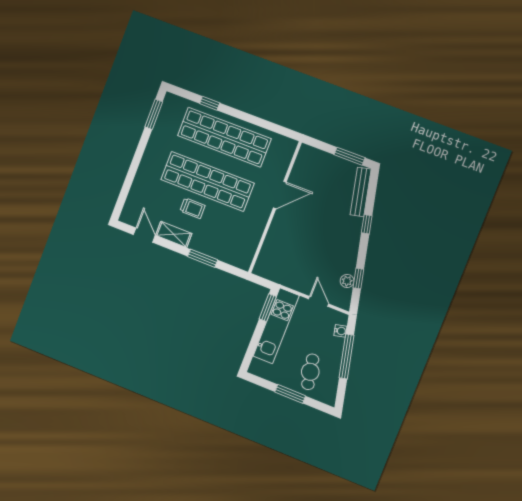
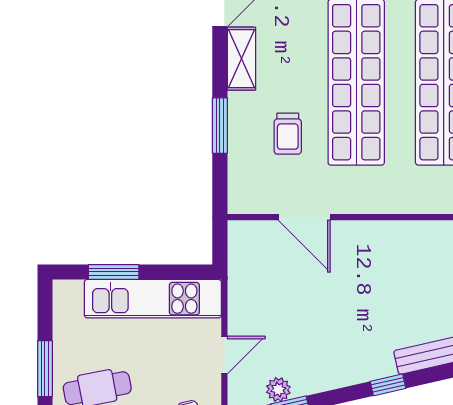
door: (280, 195) -> (304, 217), moved
trolley: (192, 208) -> (288, 134), moved
window: (268, 308) -> (114, 272), moved

